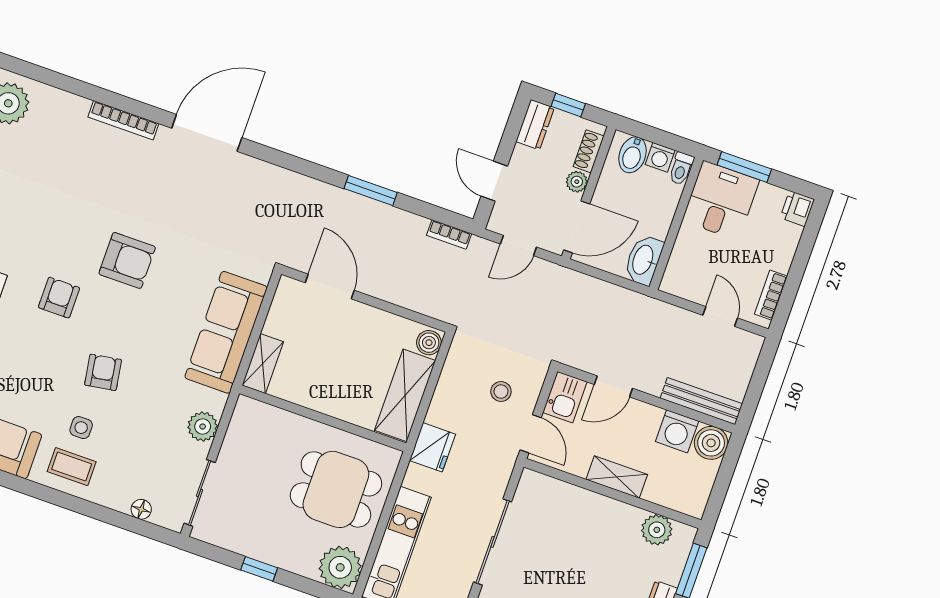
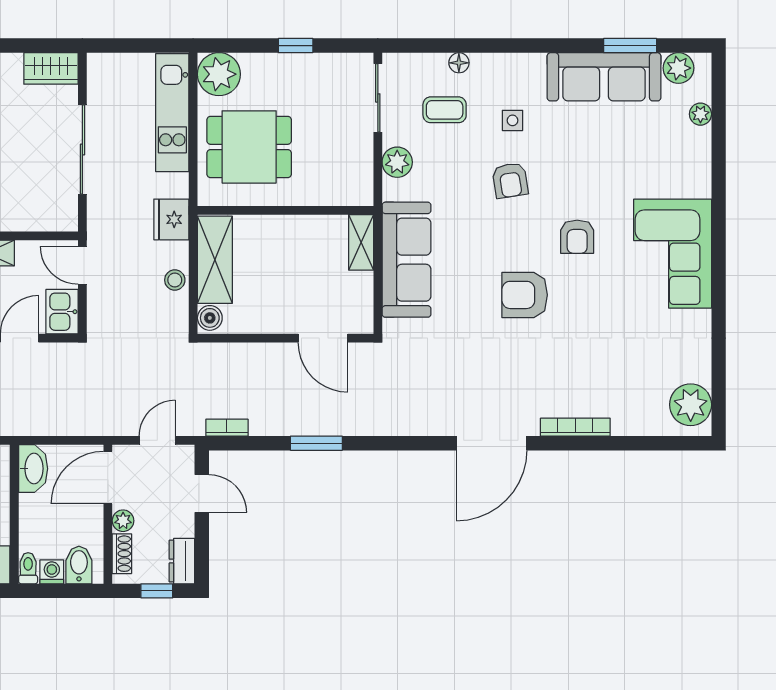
stool: (501, 391) -> (175, 280), moved
coffee table: (72, 467) -> (445, 110), moved
floor lamp: (141, 509) -> (459, 63), moved

